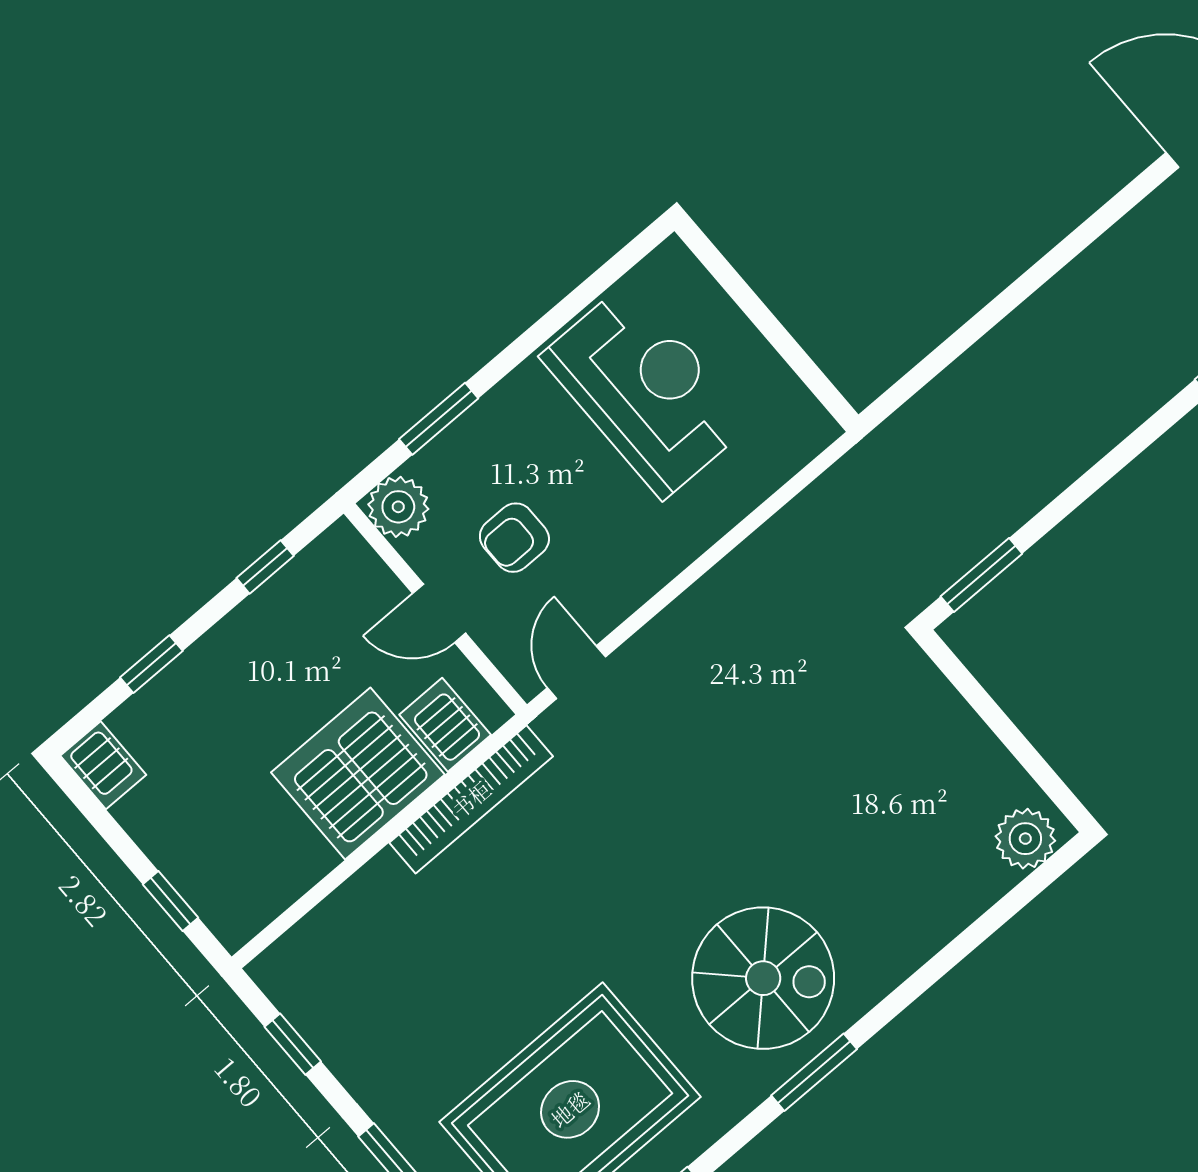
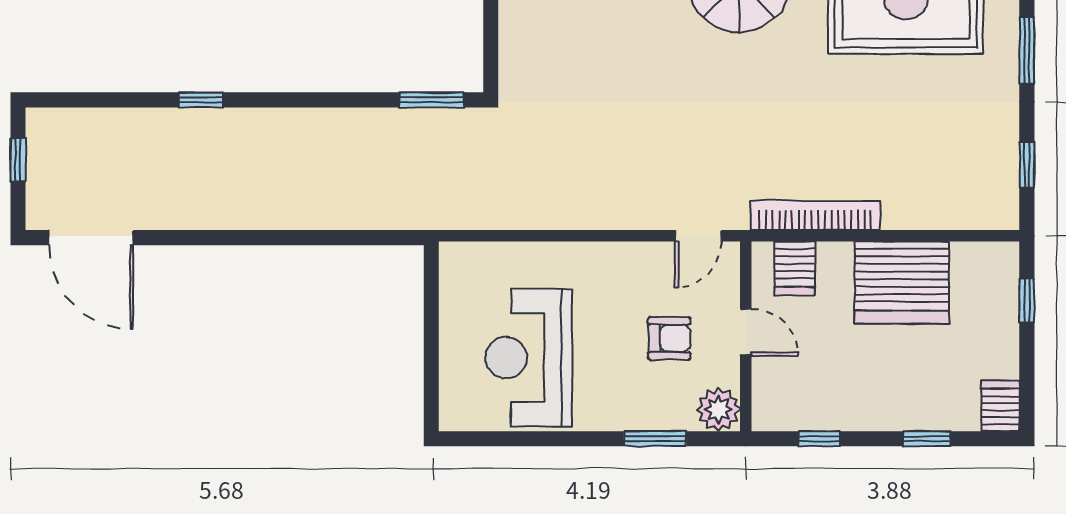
server rack: (358, 773) -> (902, 283), moved

